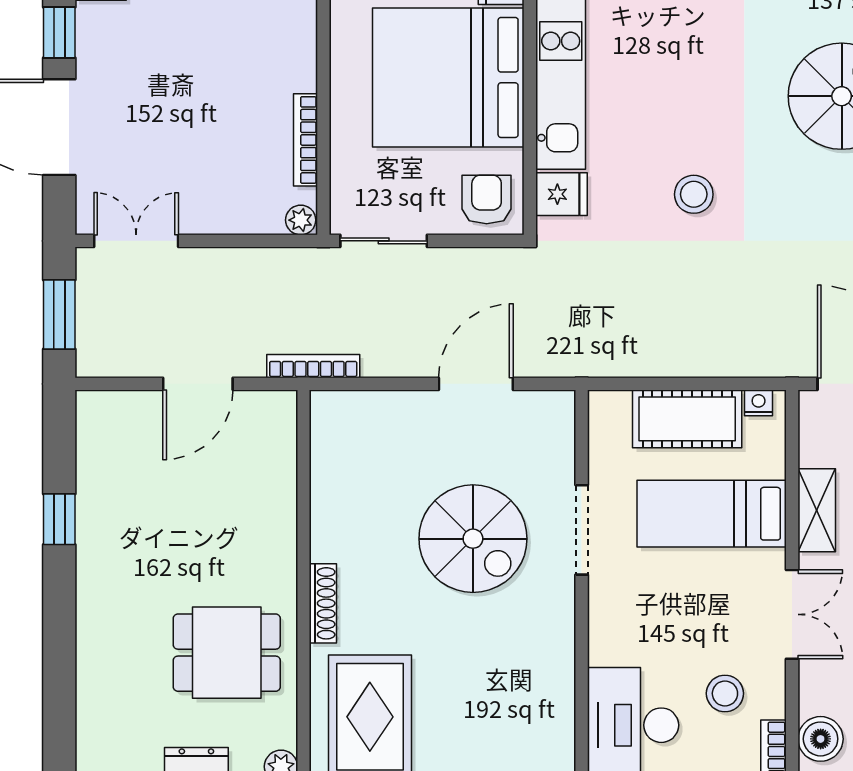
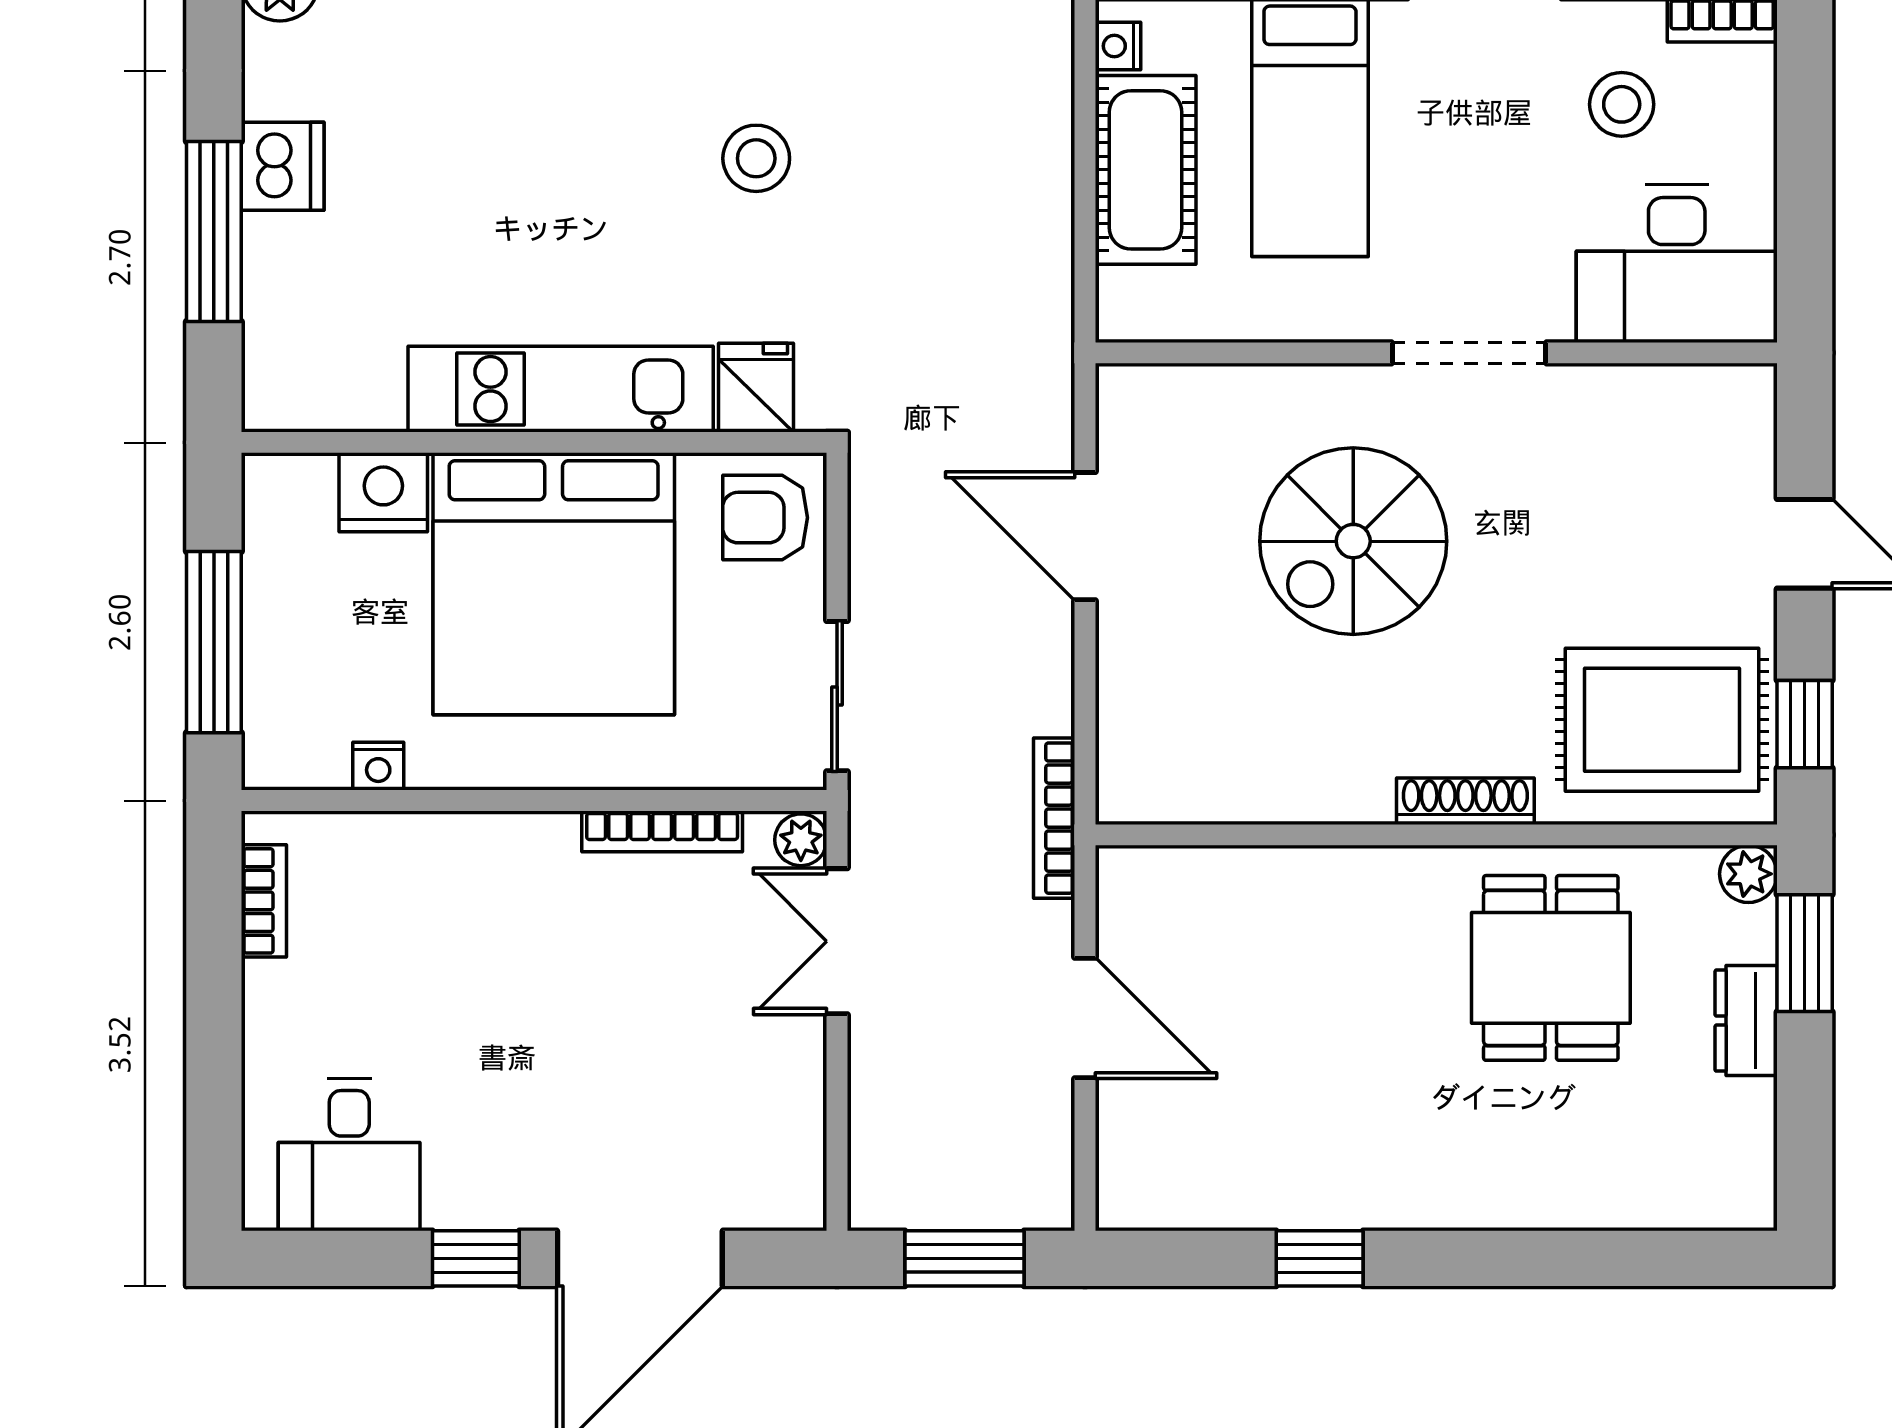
double door: (136, 241) -> (837, 941), moved
doorway: (582, 530) -> (1469, 353), moved
spiral stairs: (473, 539) -> (1353, 541), turned 180

